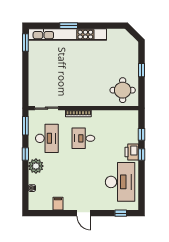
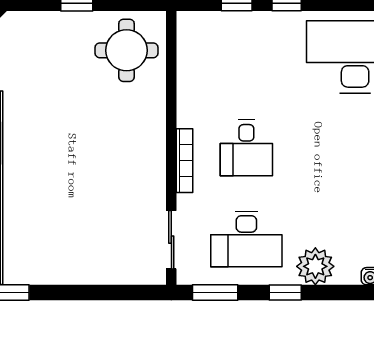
desk: (47, 138) -> (246, 239), turned 180
printer: (132, 152) -> (280, 28), removed

